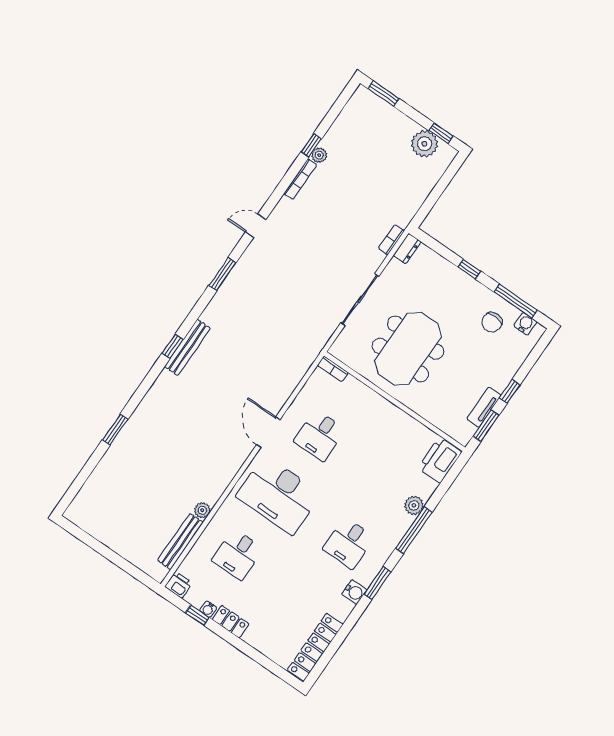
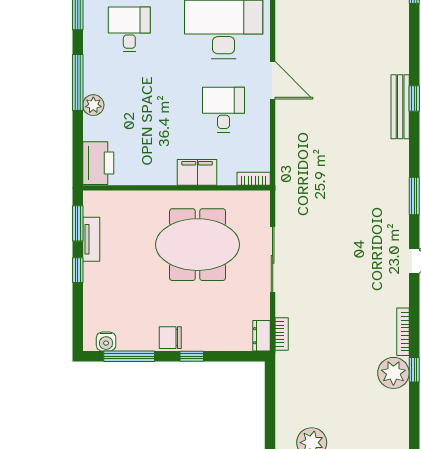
plant: (319, 155) -> (393, 373), width x1.87, depth x1.87
chair: (492, 322) -> (170, 338), moved, turned -90
meeting table: (408, 349) -> (198, 245), turned 90
filing cabinet: (371, 403) -> (197, 172), added

